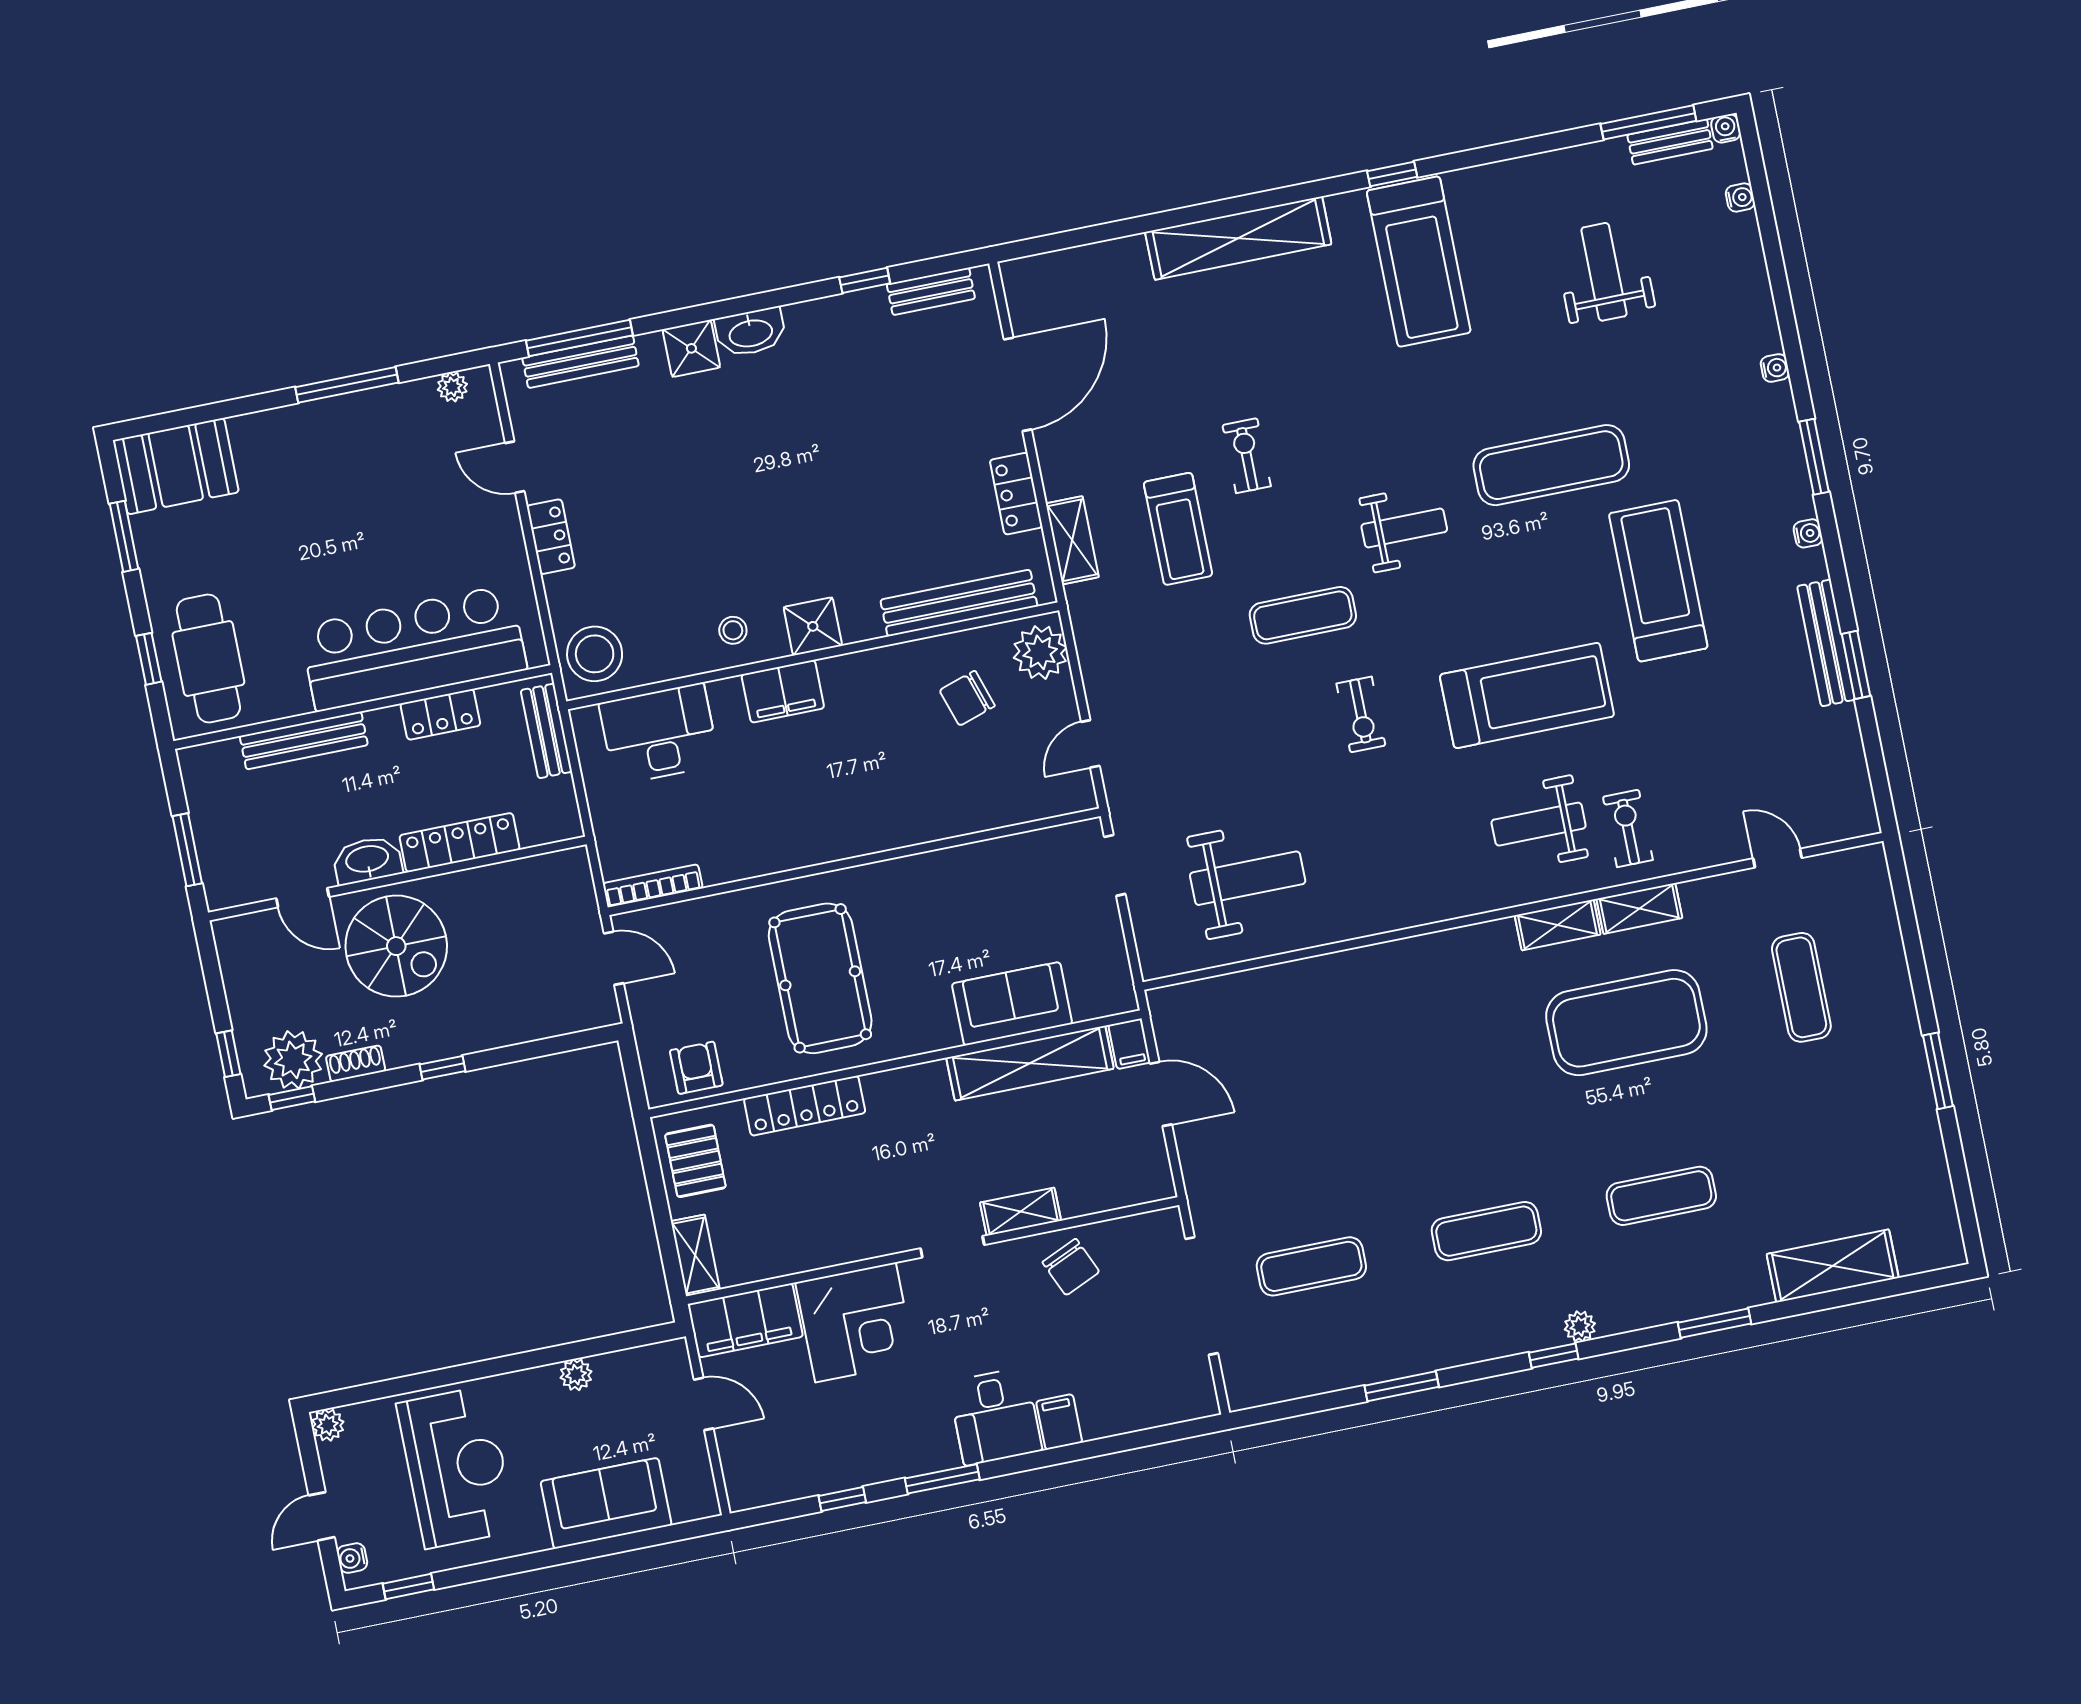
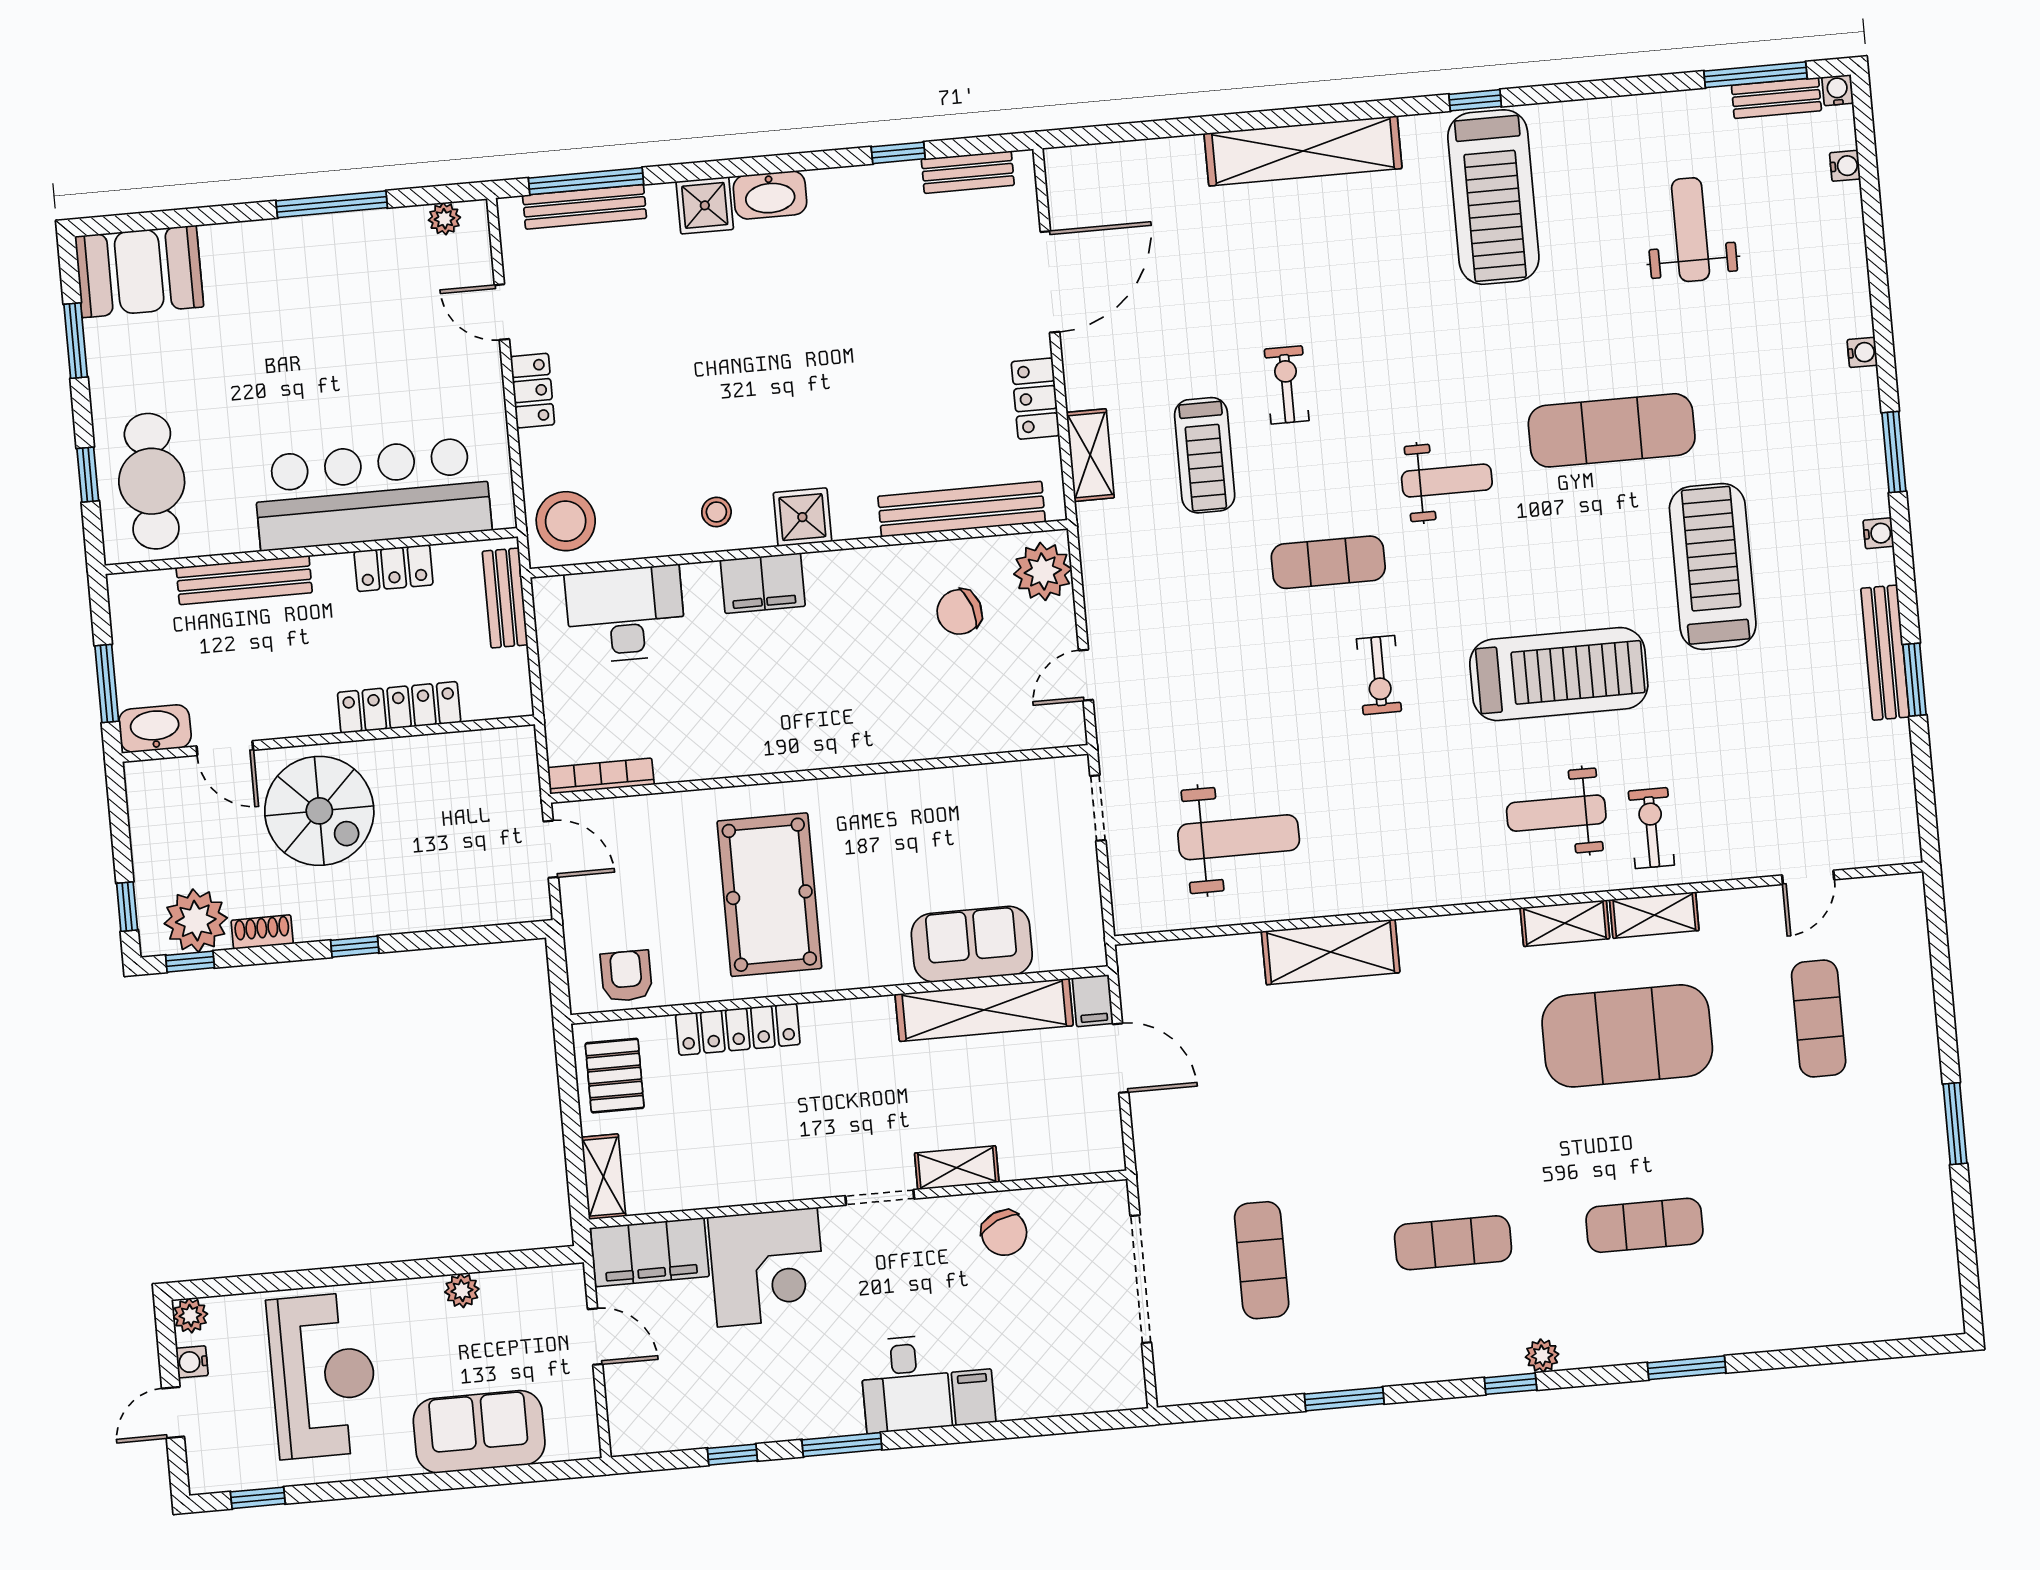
door: (1778, 858) -> (1808, 877), swing flipped
washbasin: (367, 860) -> (155, 728), moved
exercise mat: (1311, 1266) -> (1262, 1260), turned 90
shelving: (1833, 1266) -> (1331, 952), moved
water cooler: (352, 1558) -> (192, 1362), moved

